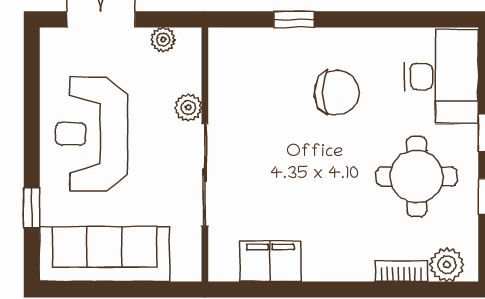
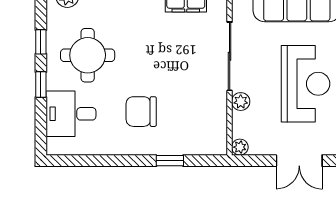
plant: (163, 40) -> (240, 147), moved
desk: (441, 76) -> (71, 114), width x0.73

